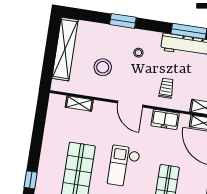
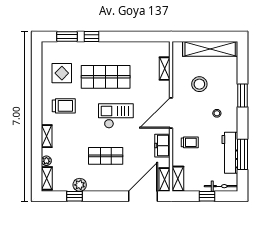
door: (130, 104) -> (171, 113), width x1.36

